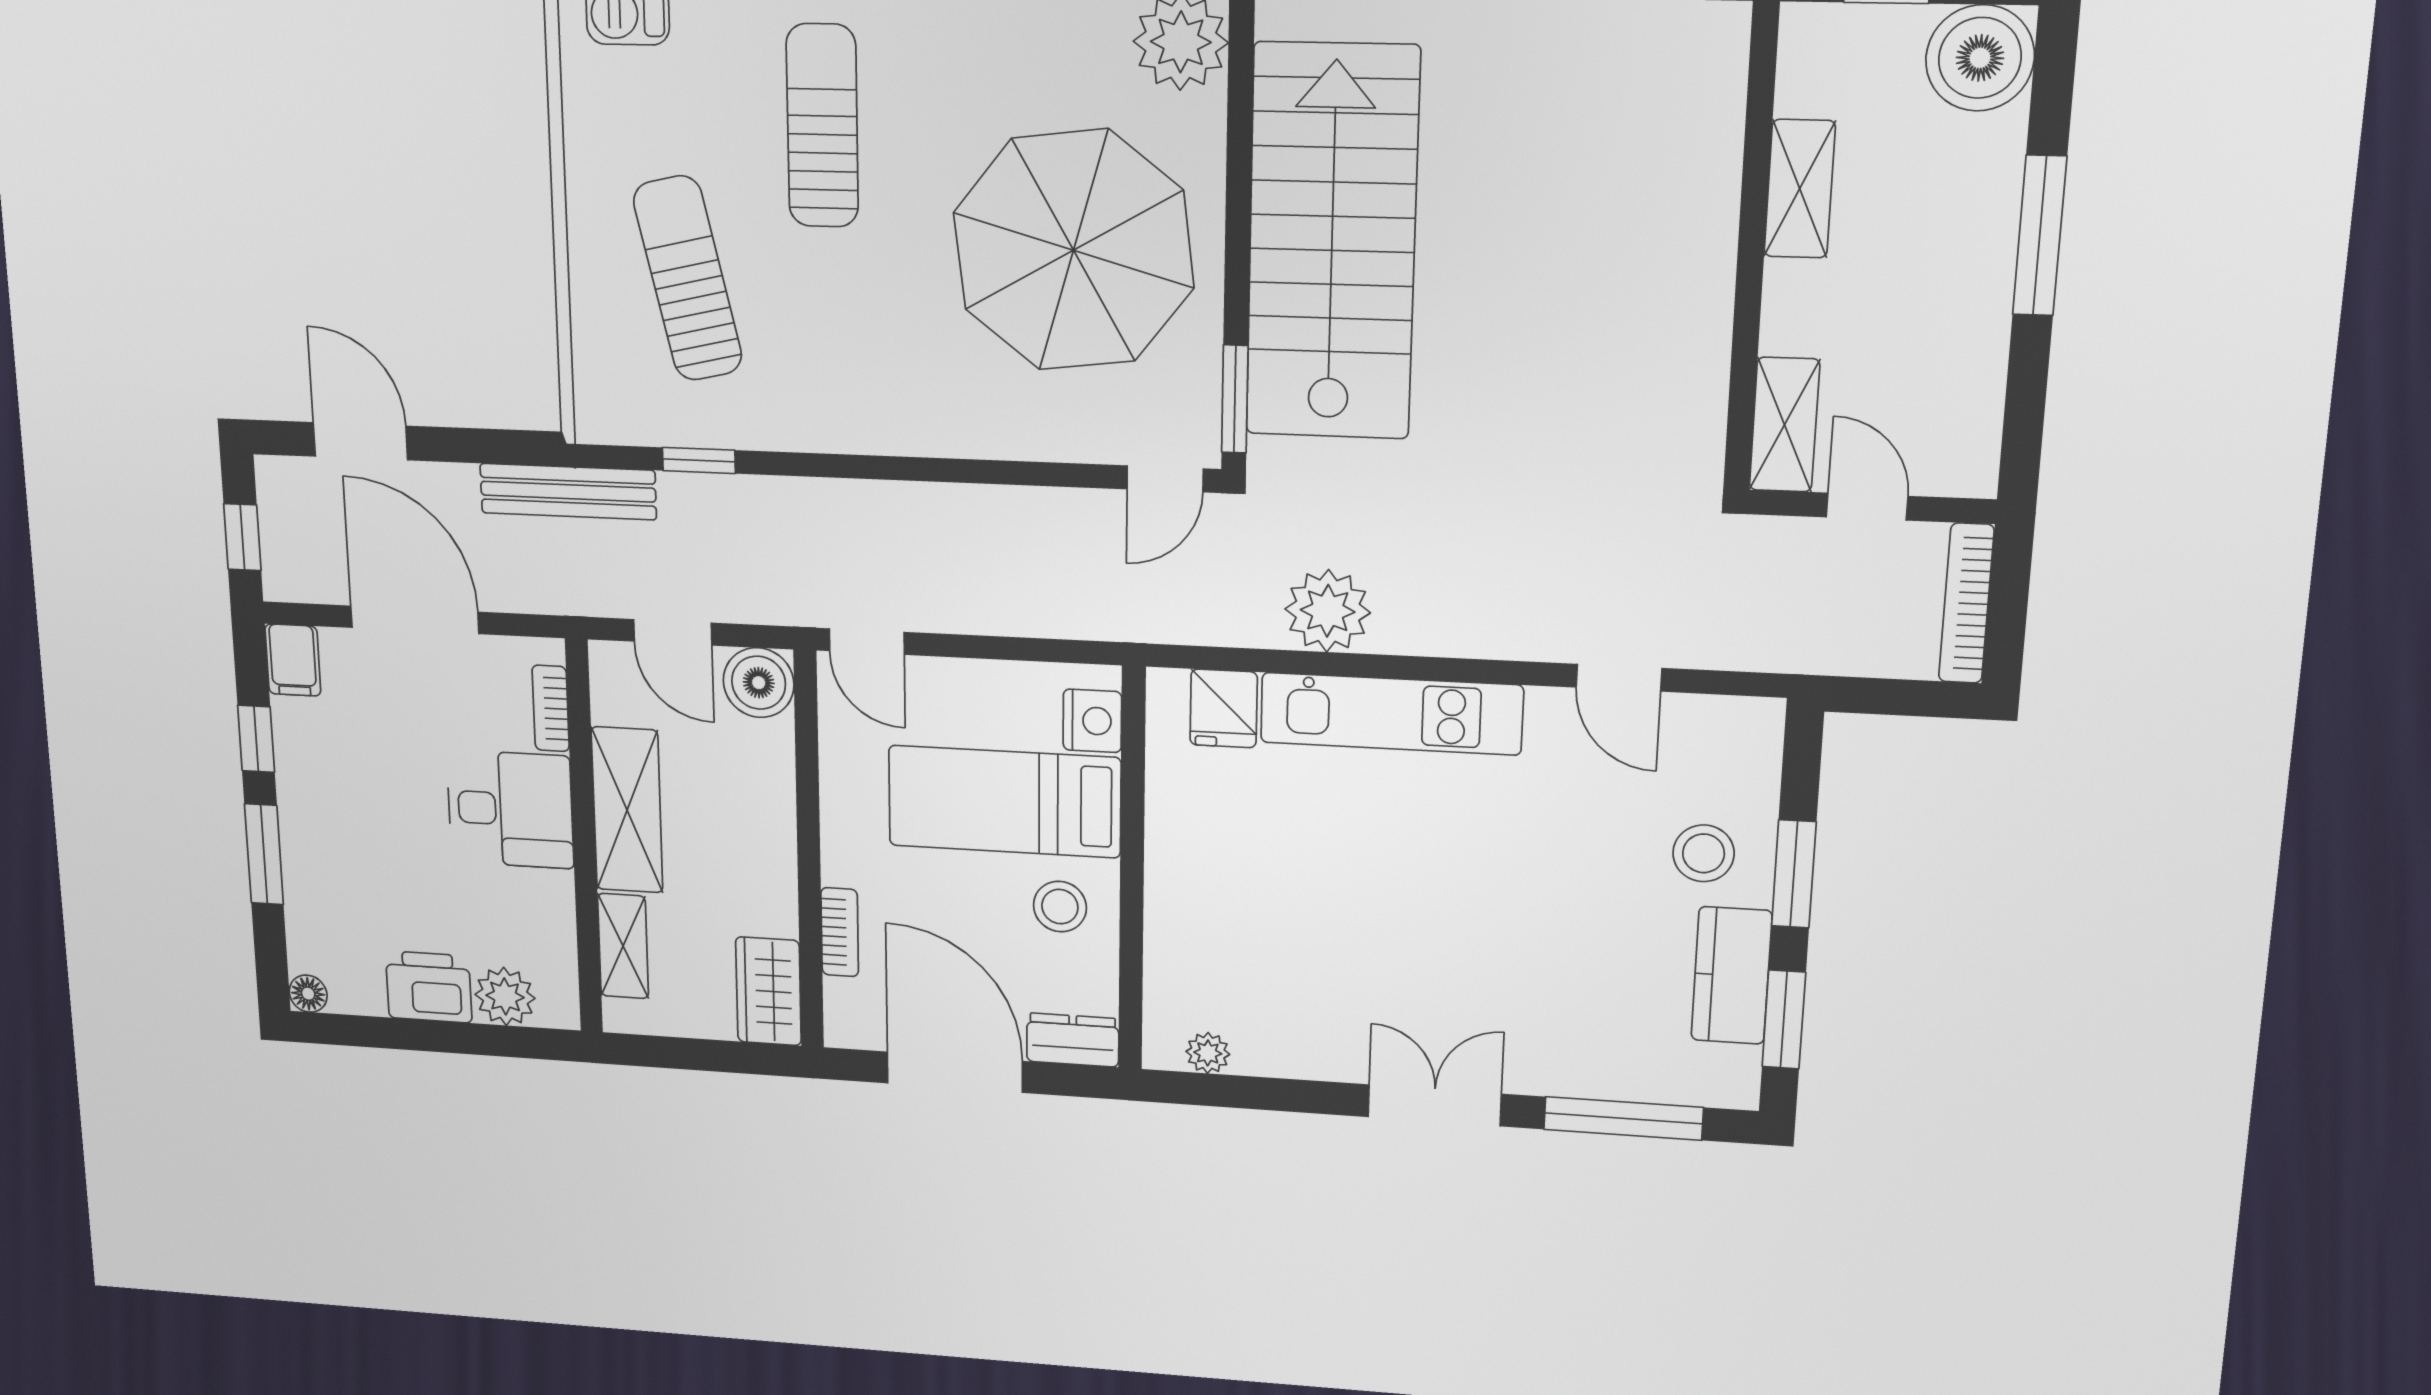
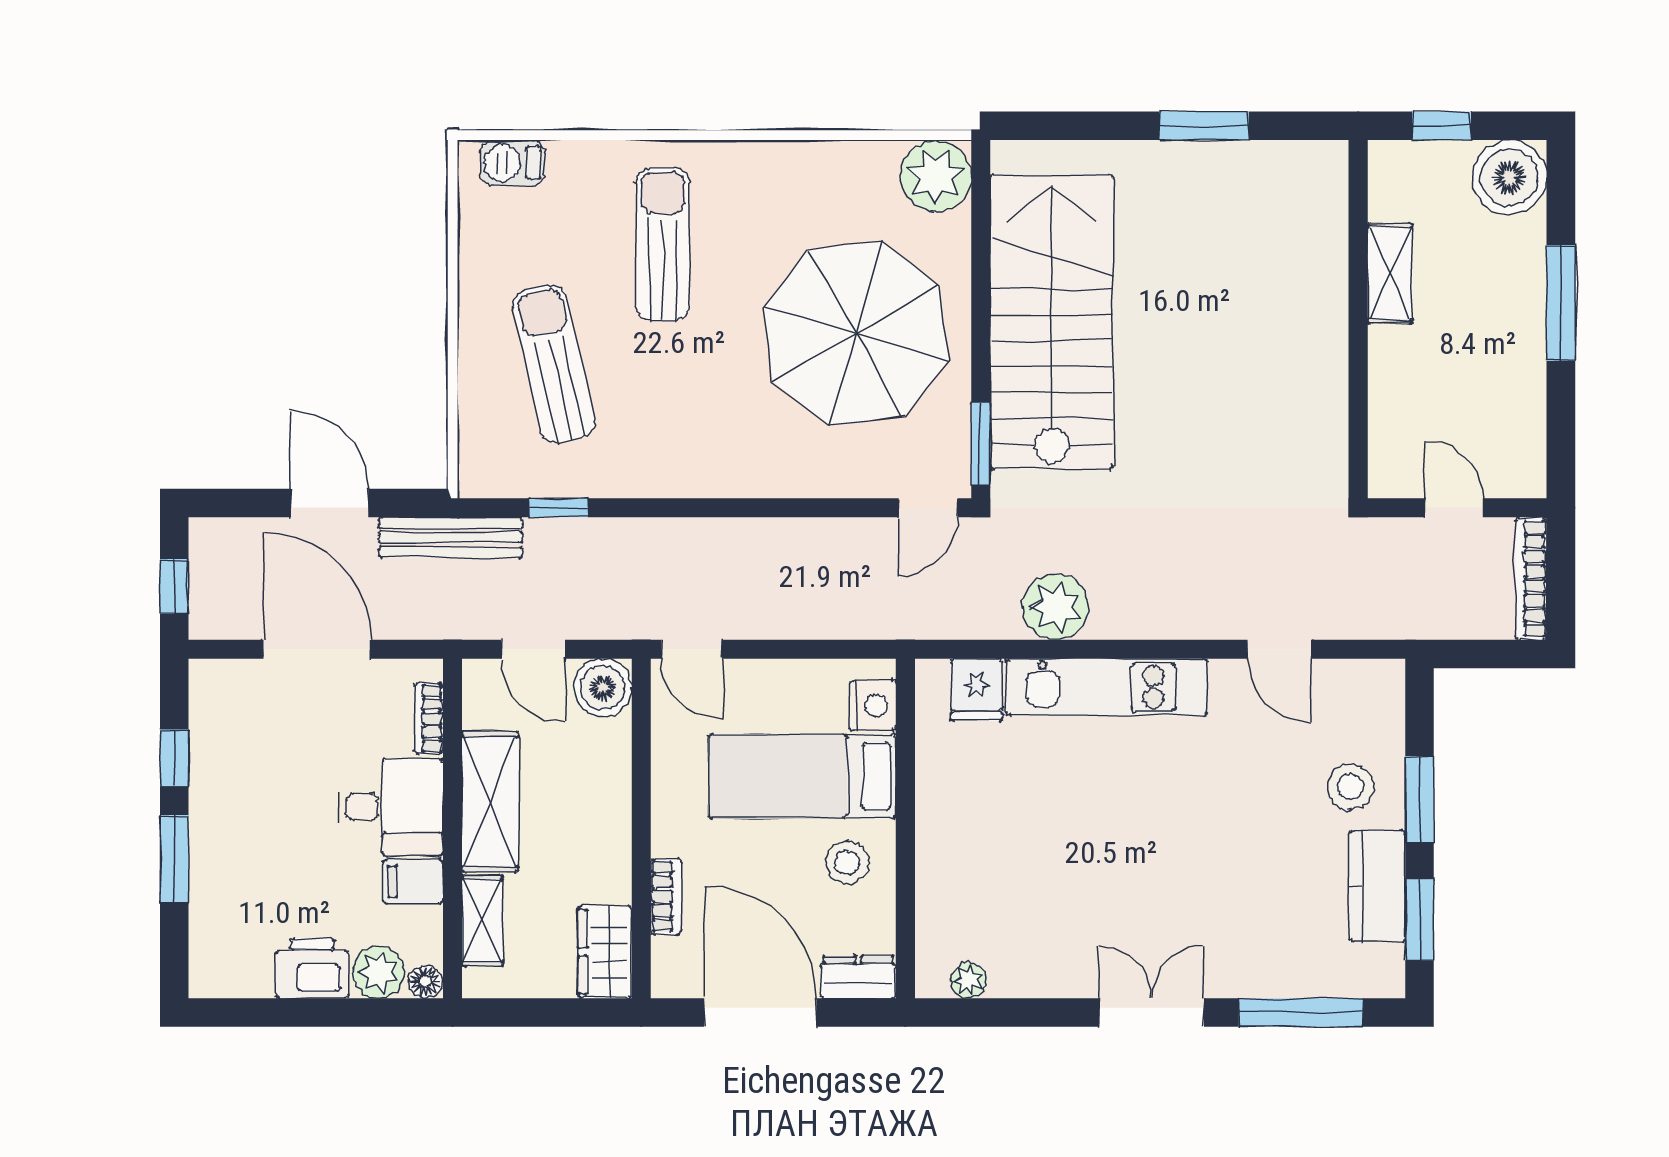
shelving: (1784, 425) -> (1390, 448), removed
door: (360, 441) -> (330, 503), moved
filing cabinet: (293, 660) -> (413, 882), moved, turned 90
floor lamp: (308, 994) -> (425, 982), moved

